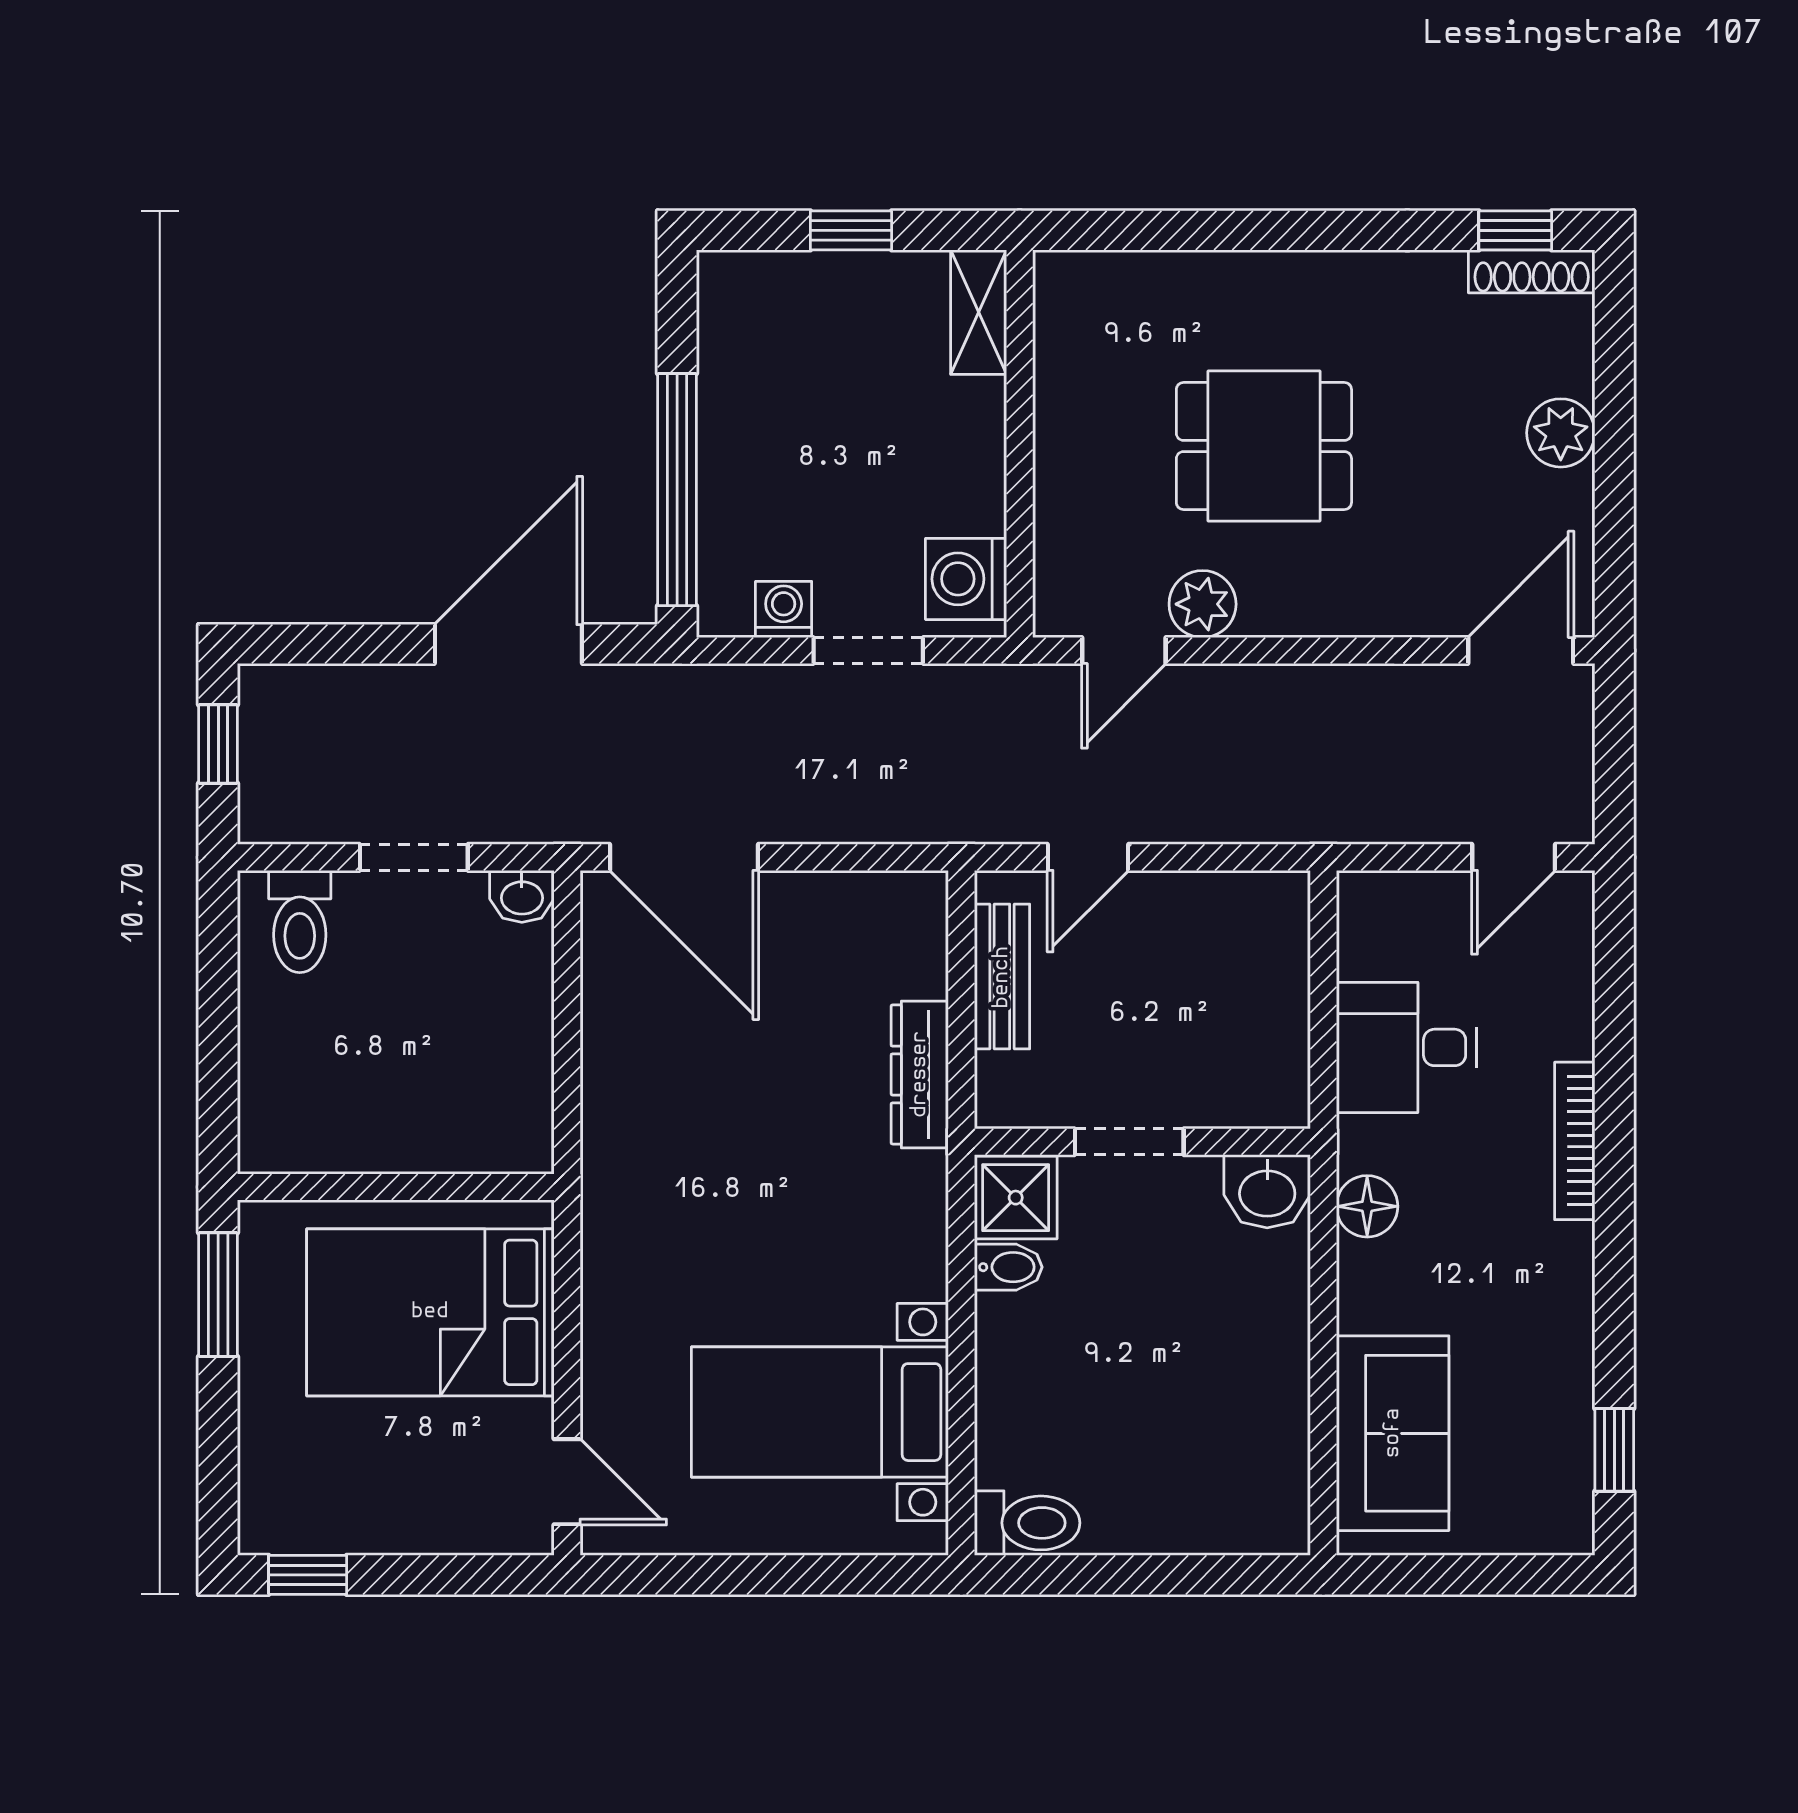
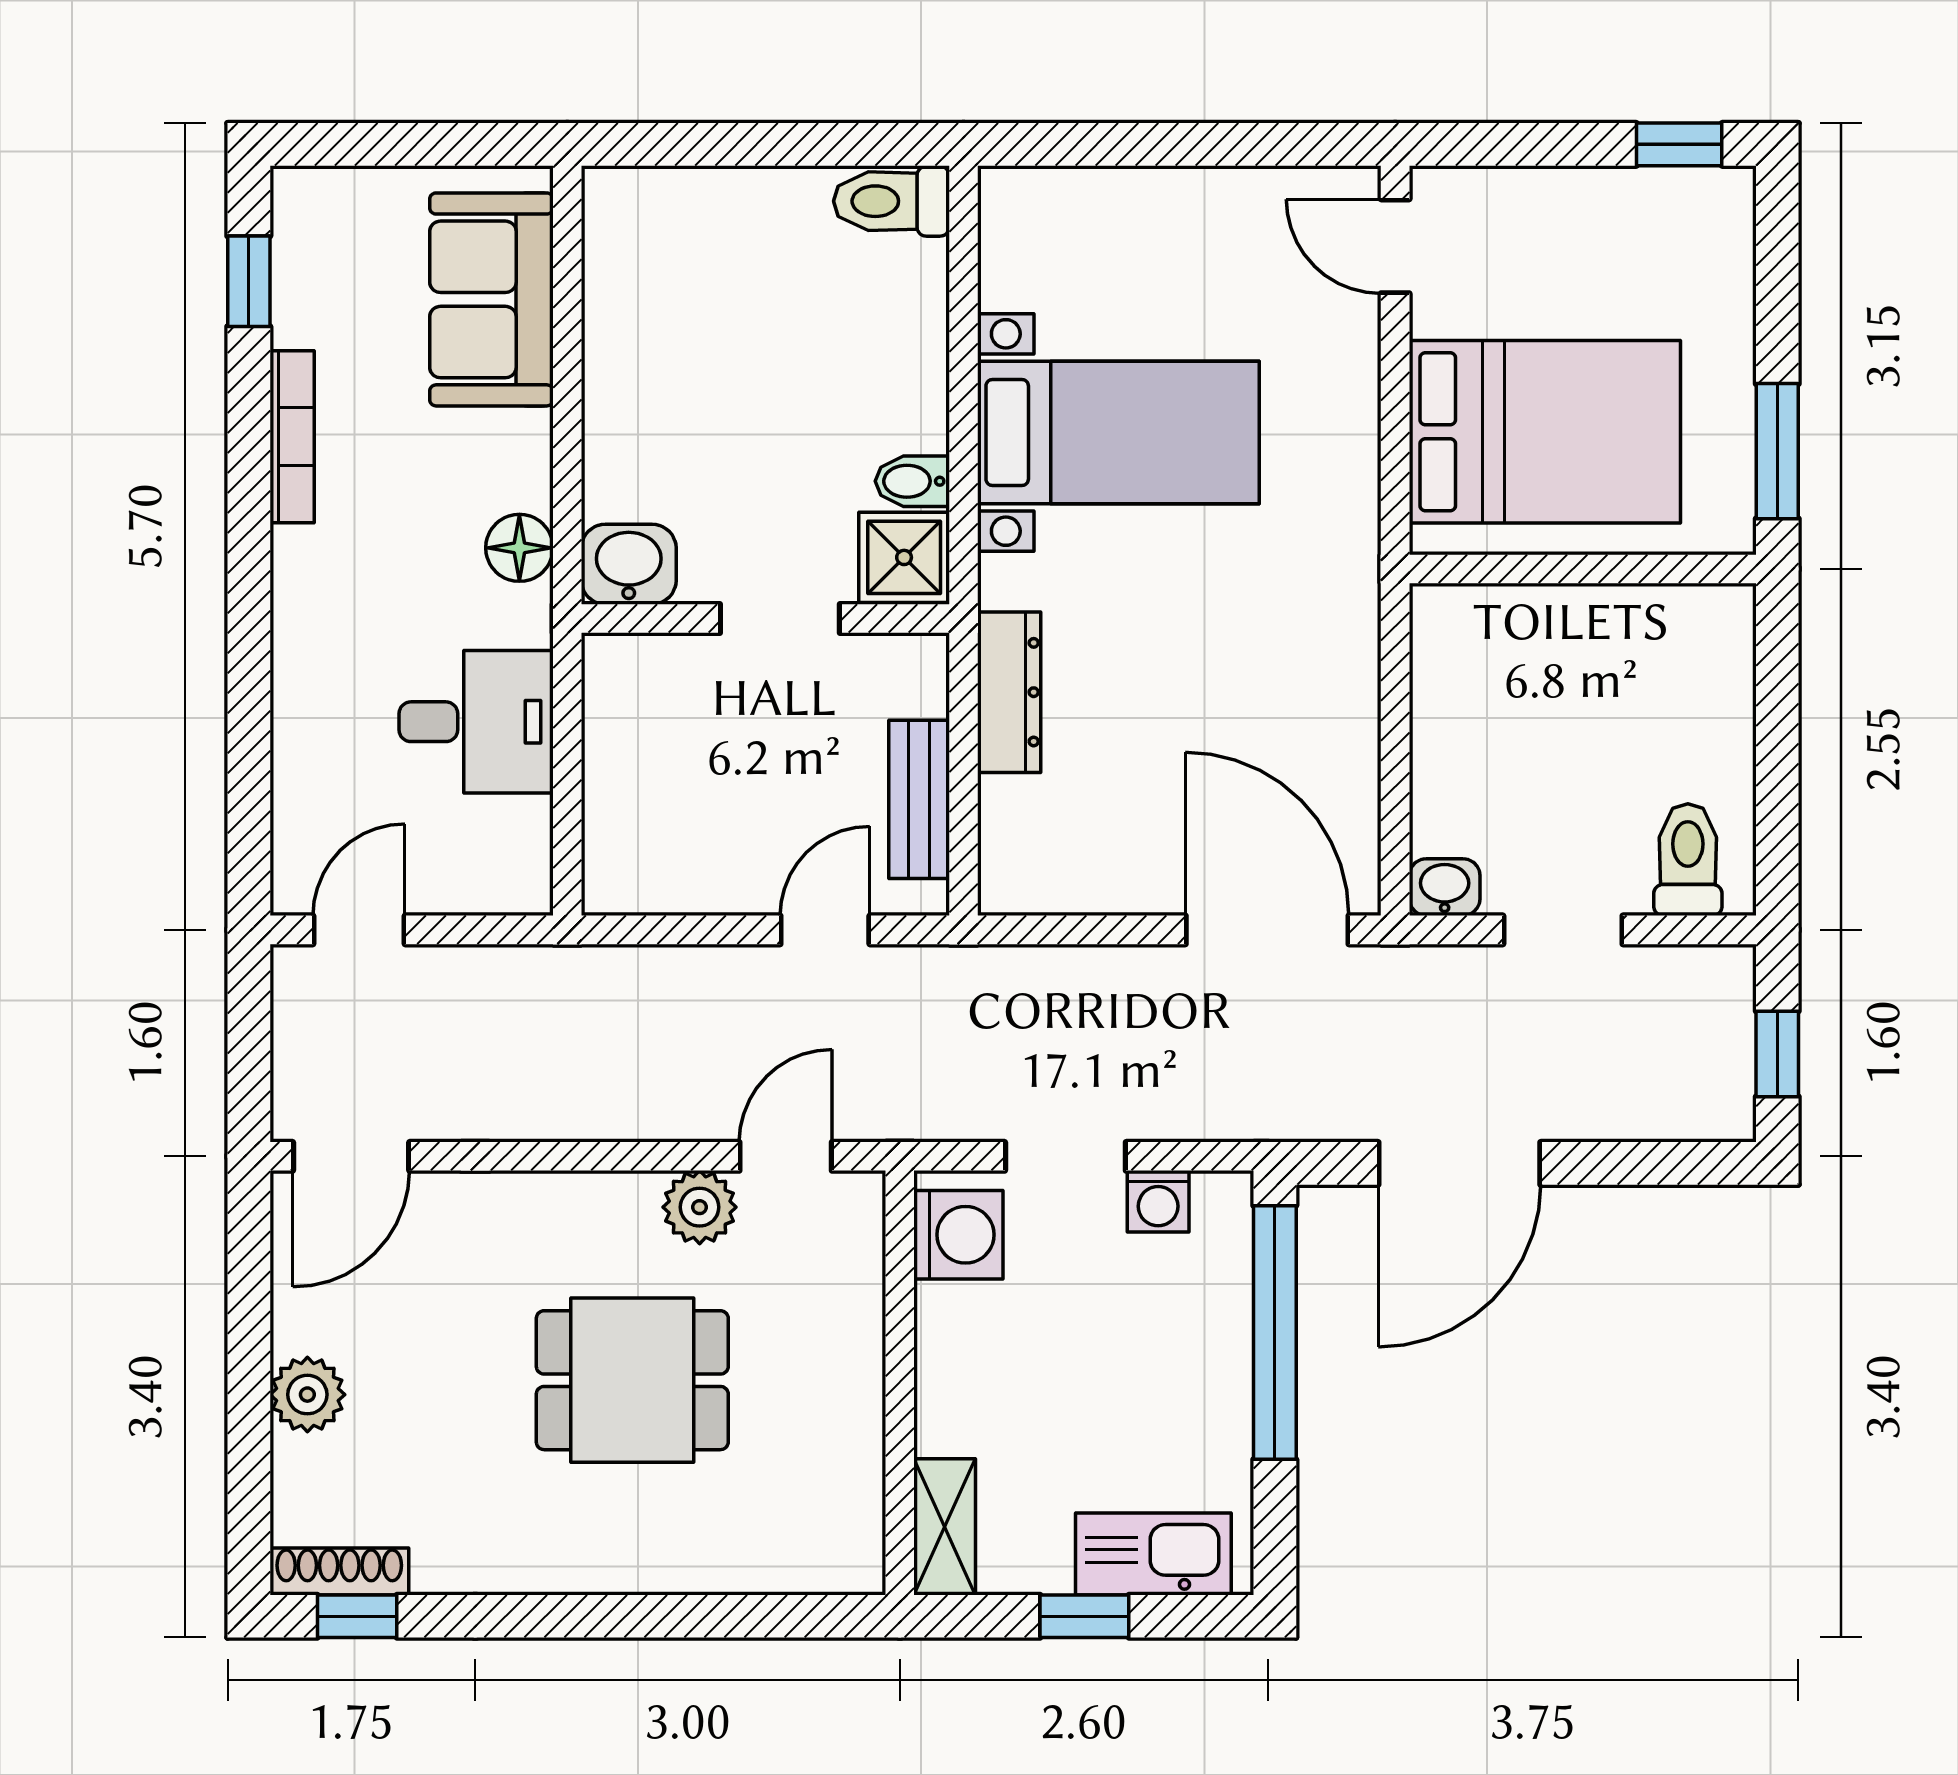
kitchen sink: (788, 287) -> (1153, 1554), added
bookcase: (1575, 1141) -> (292, 437), moved
bed with nightstands: (820, 1412) -> (1118, 432), moved

